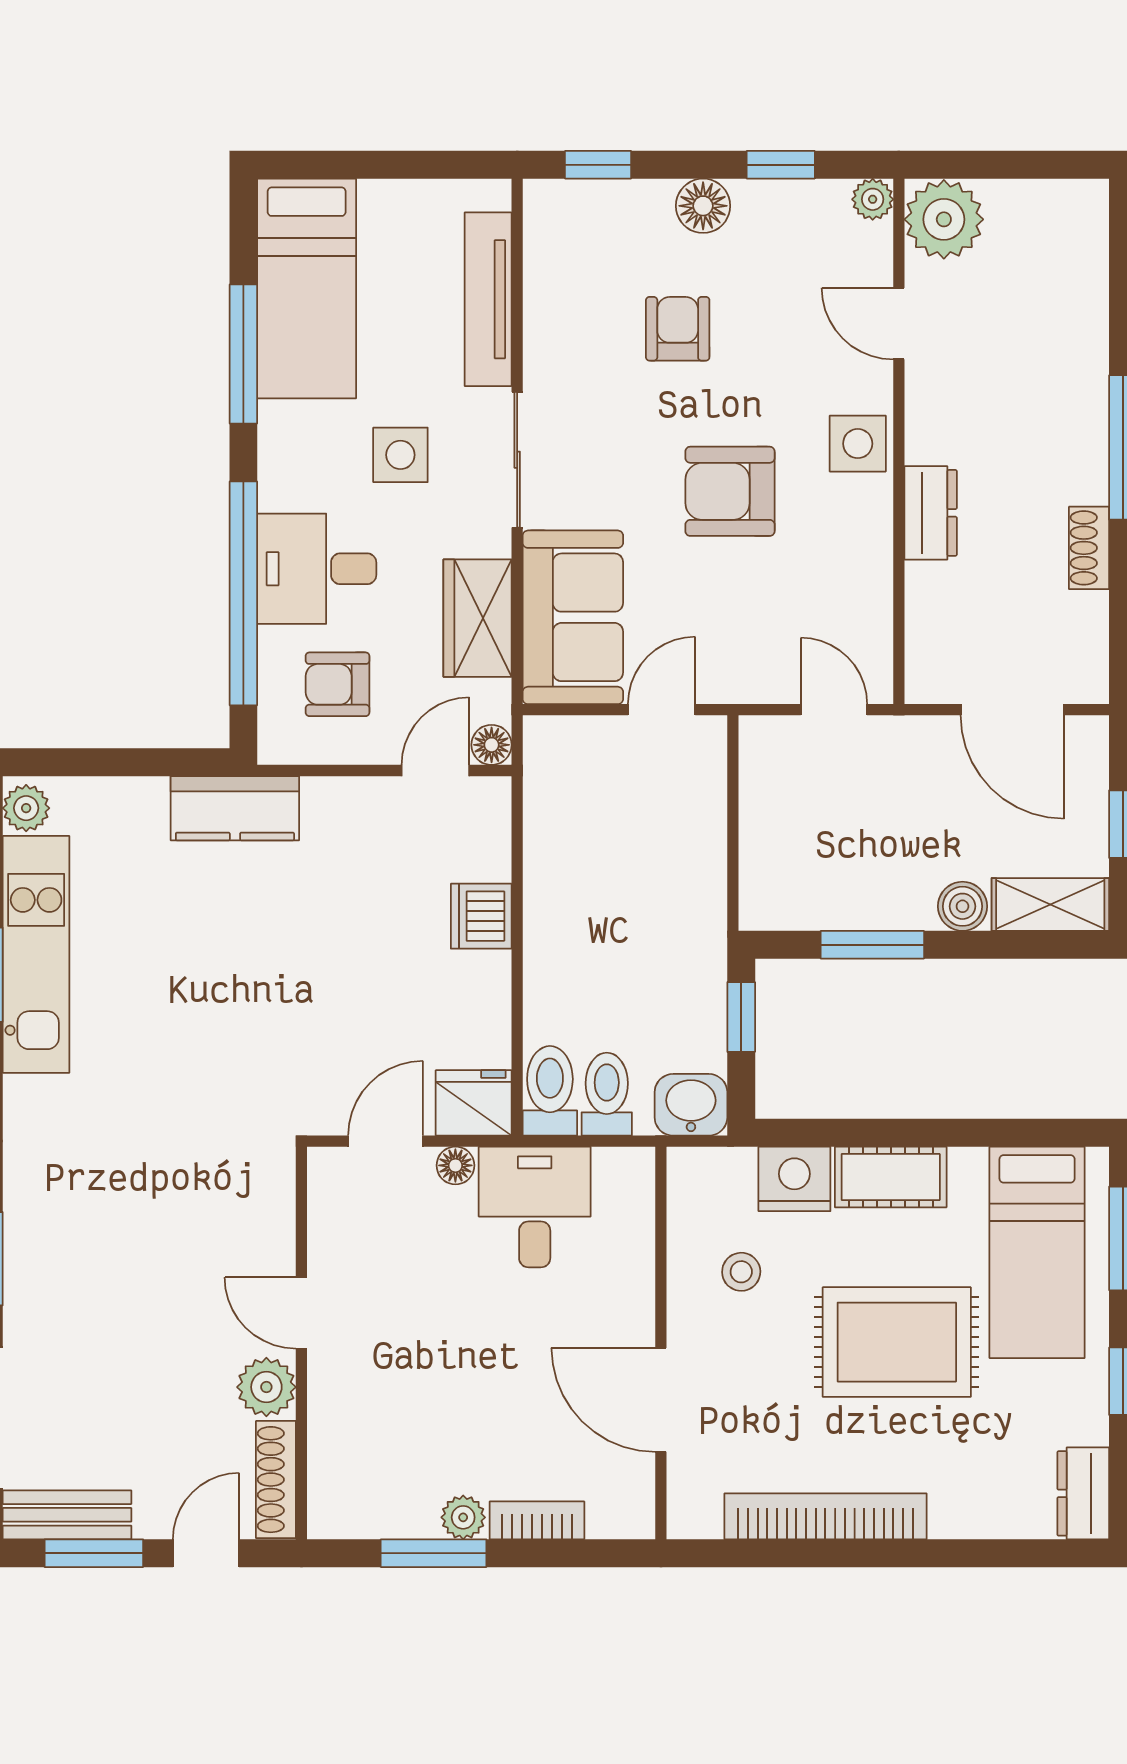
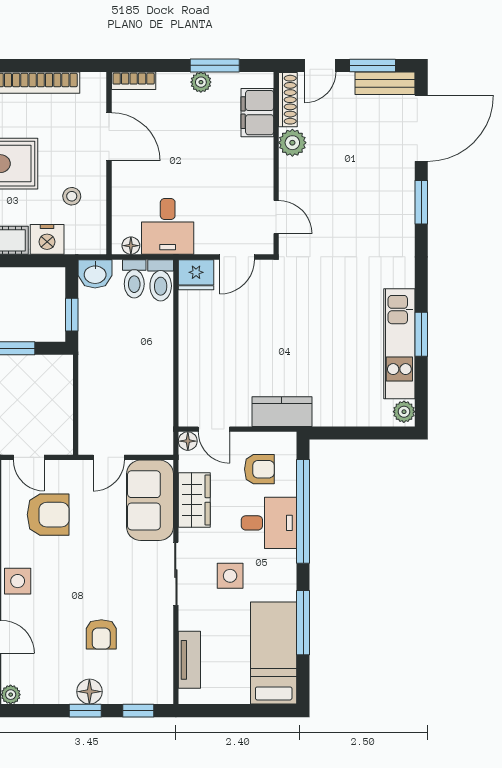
window: (781, 165) -> (85, 711), moved
tv unit: (488, 299) -> (189, 660), width x0.71
armchair: (730, 491) -> (48, 515), moved
door: (435, 770) -> (214, 429), hinge flipped
kitchen counter: (235, 808) -> (282, 412), moved
dishwasher: (481, 916) -> (193, 361), removed
floor lamp: (455, 1165) -> (131, 246), moved
door: (301, 1313) -> (276, 217), moved
filing cabinet: (342, 1452) -> (257, 113), added
bookcase: (537, 1520) -> (134, 81), moved

